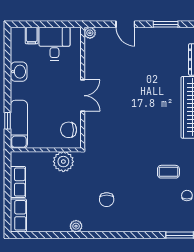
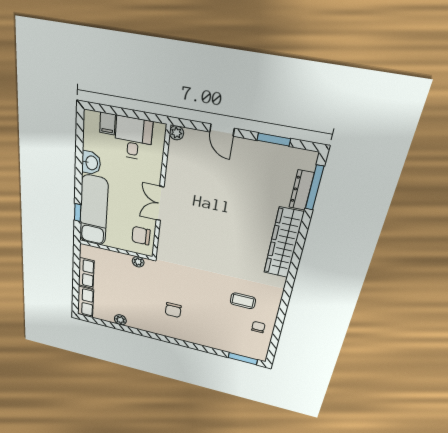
double door: (83, 96) -> (160, 204), swing flipped
exam couch: (19, 124) -> (94, 211), width x1.36, depth x1.45
plant: (63, 162) -> (138, 262), width x0.53, depth x0.53
plant: (76, 226) -> (120, 320), moved

